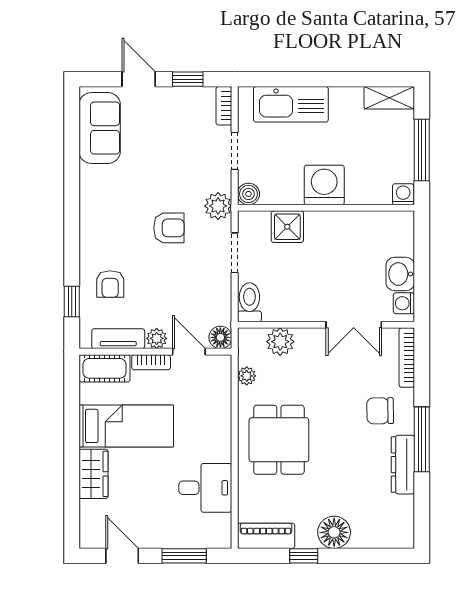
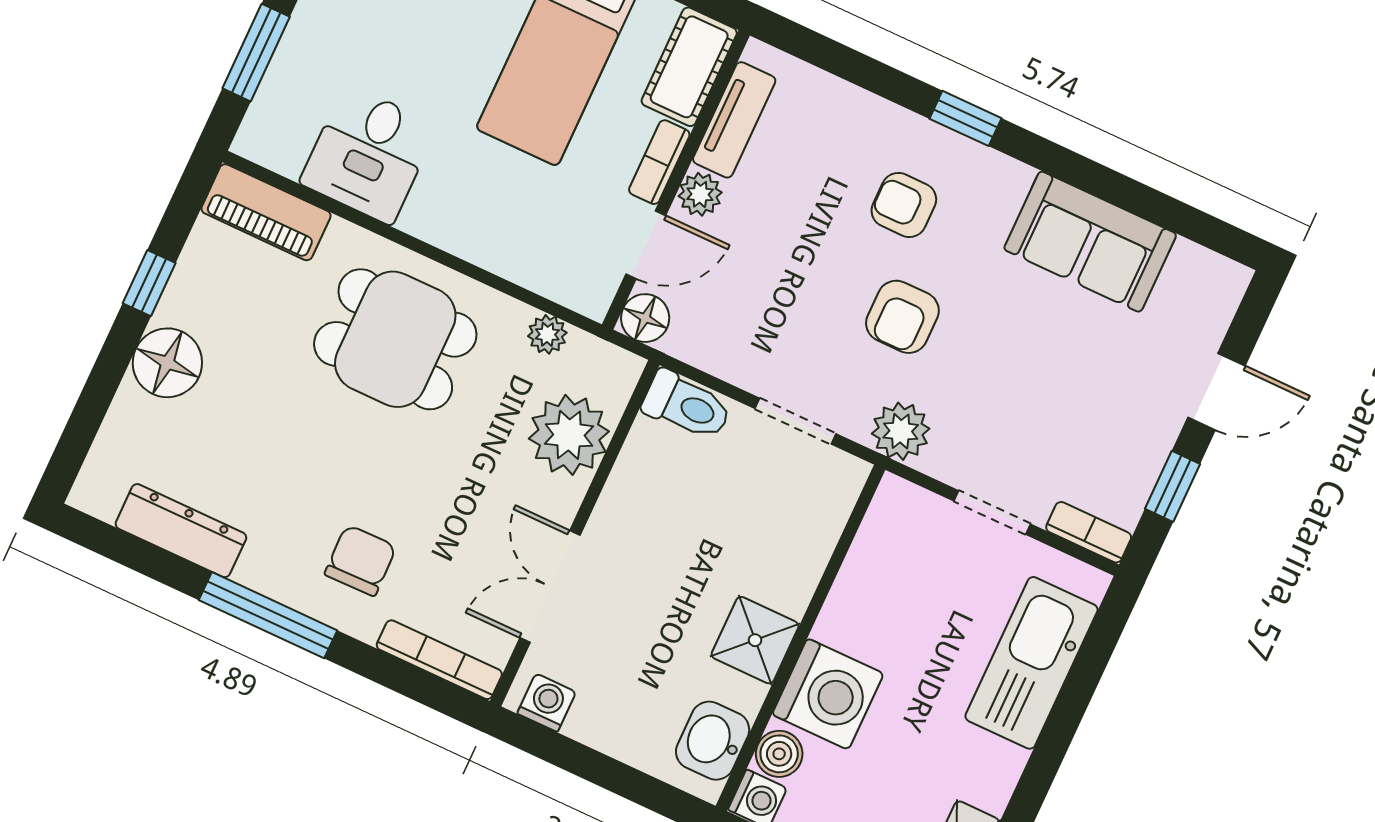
sofa: (100, 128) -> (1090, 242), moved
washing machine: (324, 185) -> (828, 694), moved
boiler: (248, 194) -> (779, 754), moved
shower: (287, 227) -> (755, 640), moved
washbasin: (400, 274) -> (713, 741), moved, turned -90
armchair: (110, 284) -> (904, 205), moved
window: (72, 301) -> (966, 118), moved
plant: (280, 342) -> (569, 435), width x1.36, depth x1.36
dresser: (403, 465) -> (181, 531), moved
piano: (266, 536) -> (266, 212), moved, turned 90

